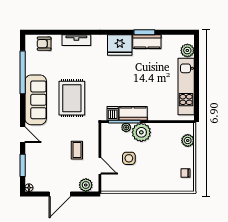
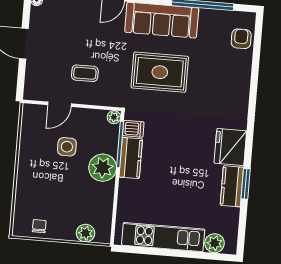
tv unit: (76, 40) -> (242, 85), removed
plant: (126, 127) -> (114, 117), moved
plant: (86, 185) -> (34, 82), removed

